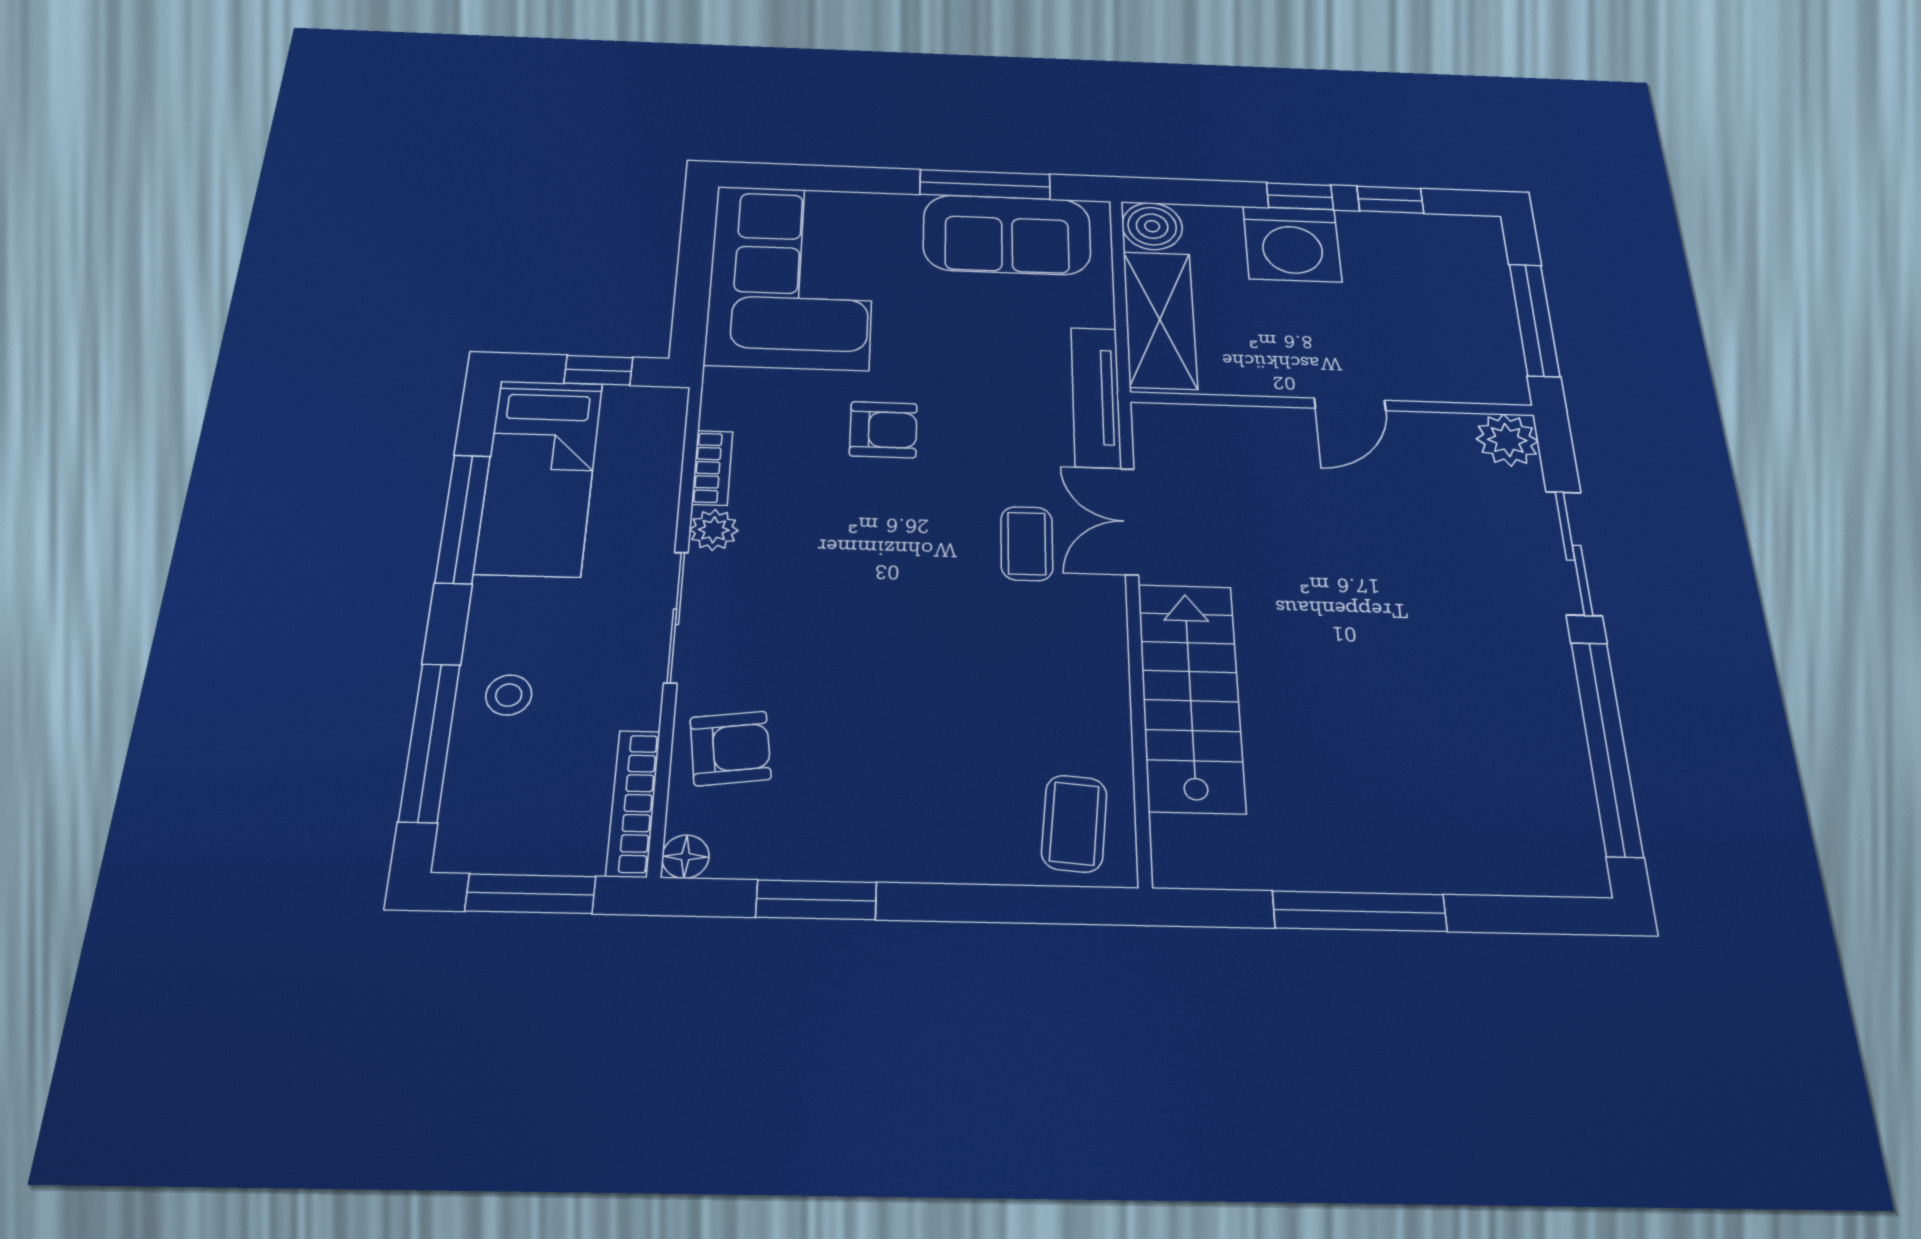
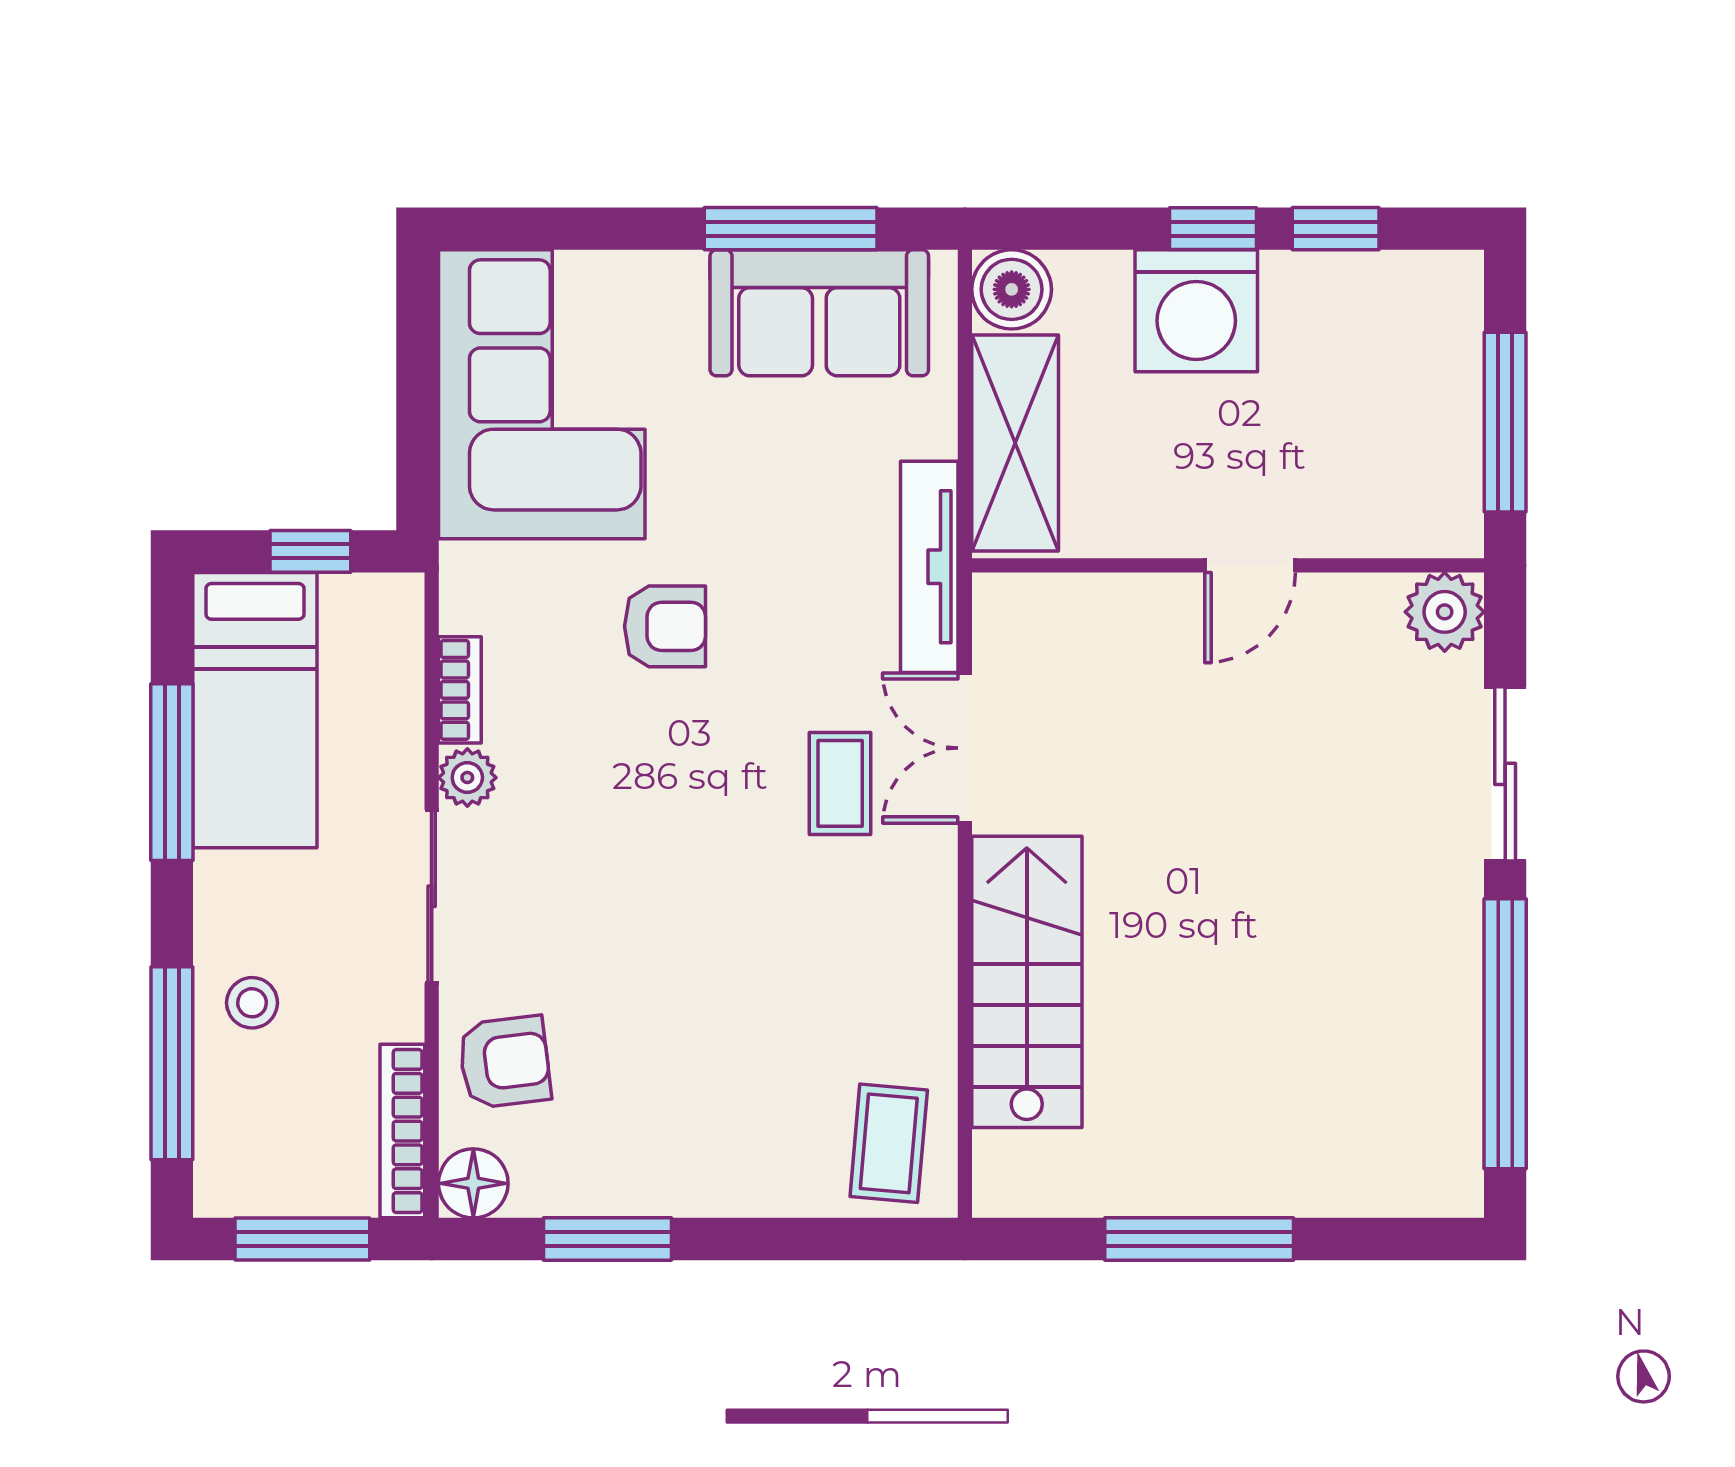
floor lamp: (685, 857) -> (473, 1183), width x1.37, depth x1.37

